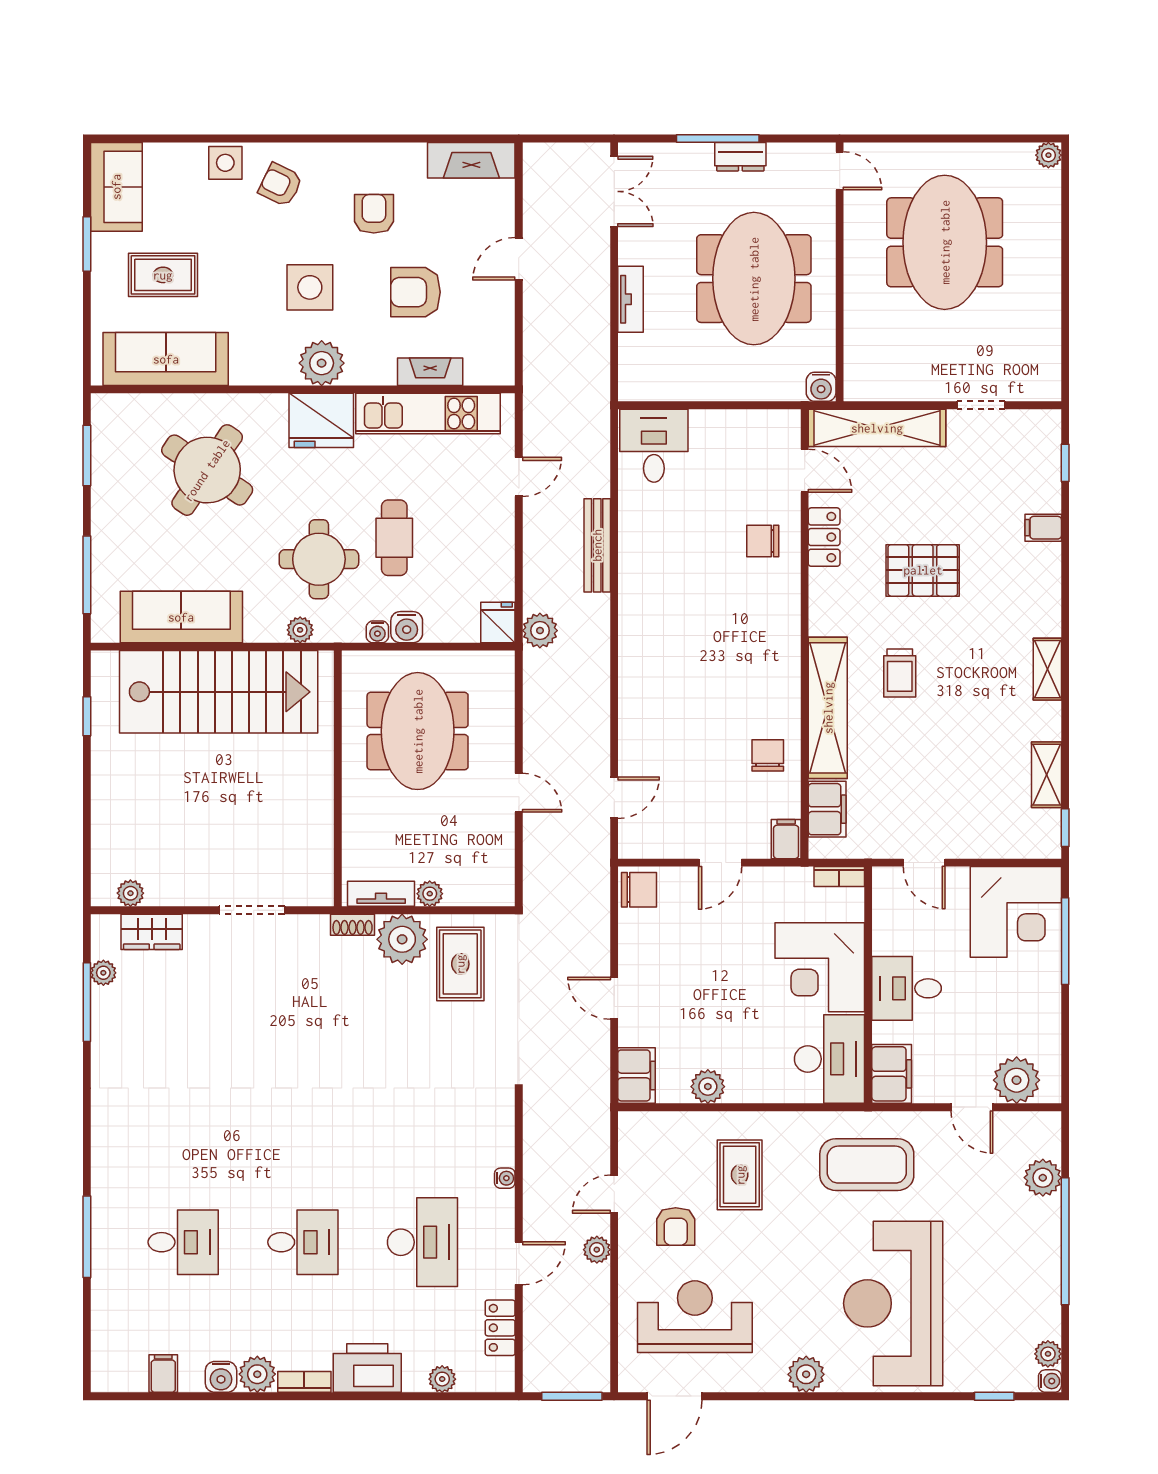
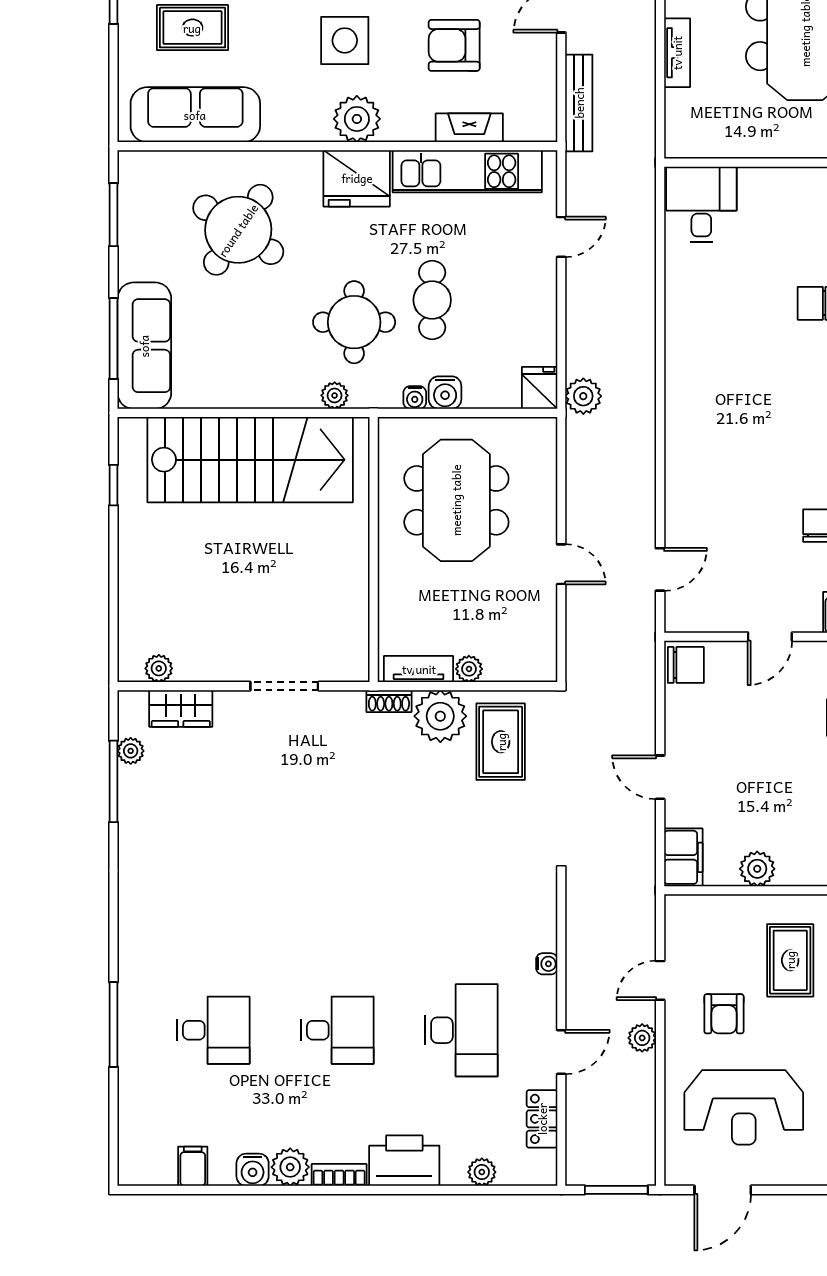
bench: (597, 545) -> (579, 103), moved
sofa: (181, 617) -> (144, 346), moved, turned 90
reception desk: (695, 1317) -> (744, 1107), turned 180

